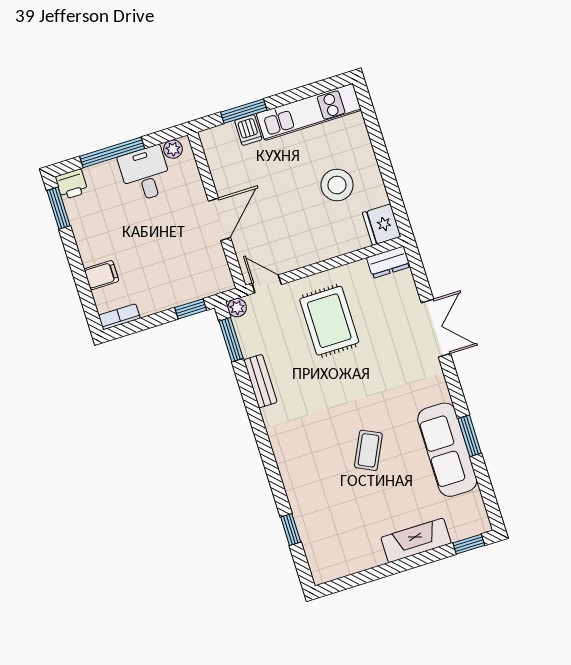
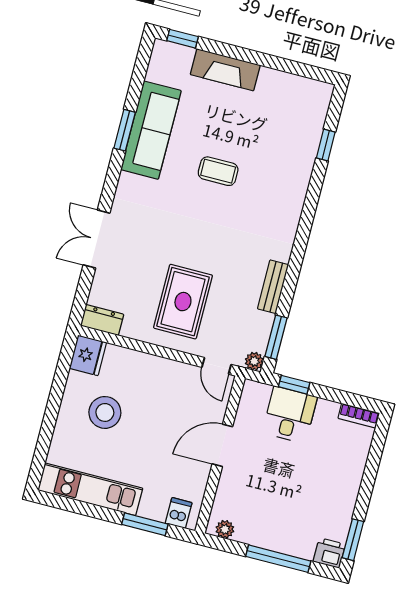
dishwasher: (248, 130) -> (179, 513), moved
desk: (145, 174) -> (290, 415), moved, turned 180
filing cabinet: (101, 275) -> (352, 460), removed
coffee table: (368, 450) -> (218, 171), turned 64

